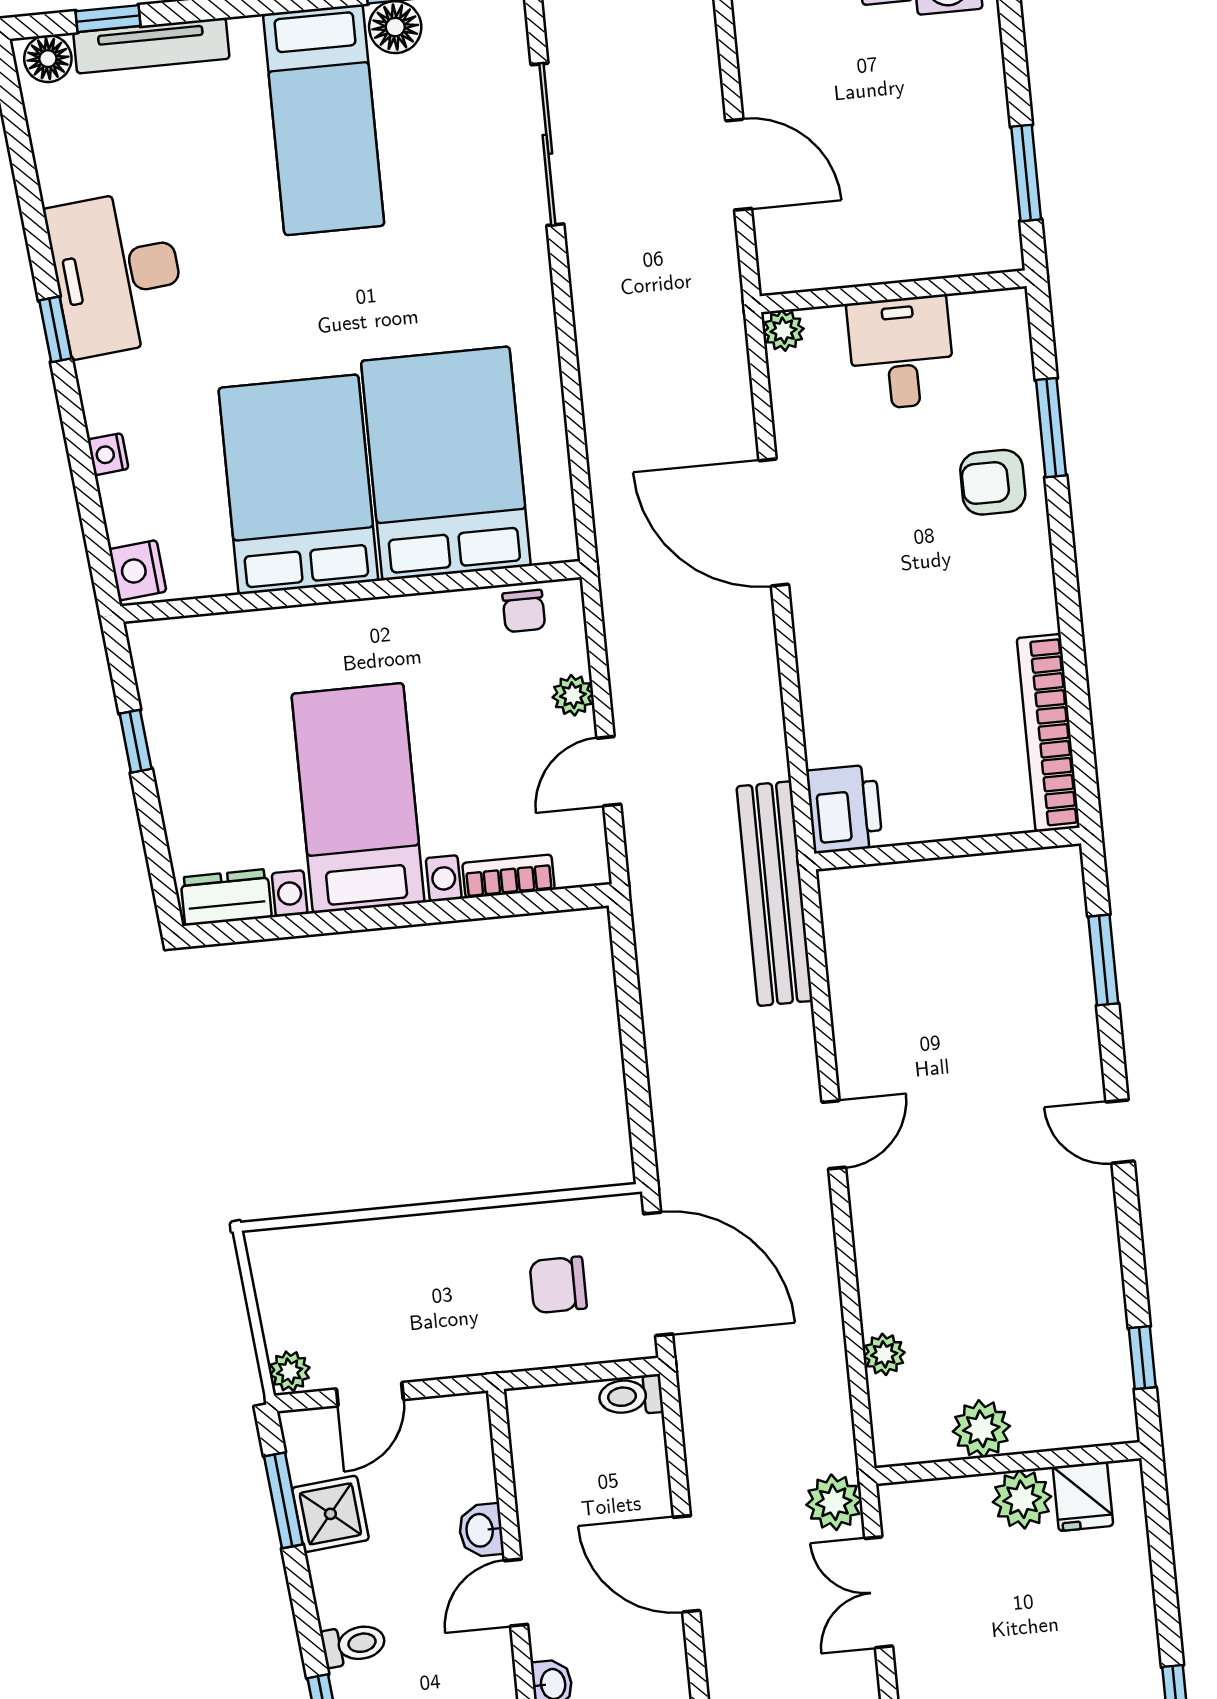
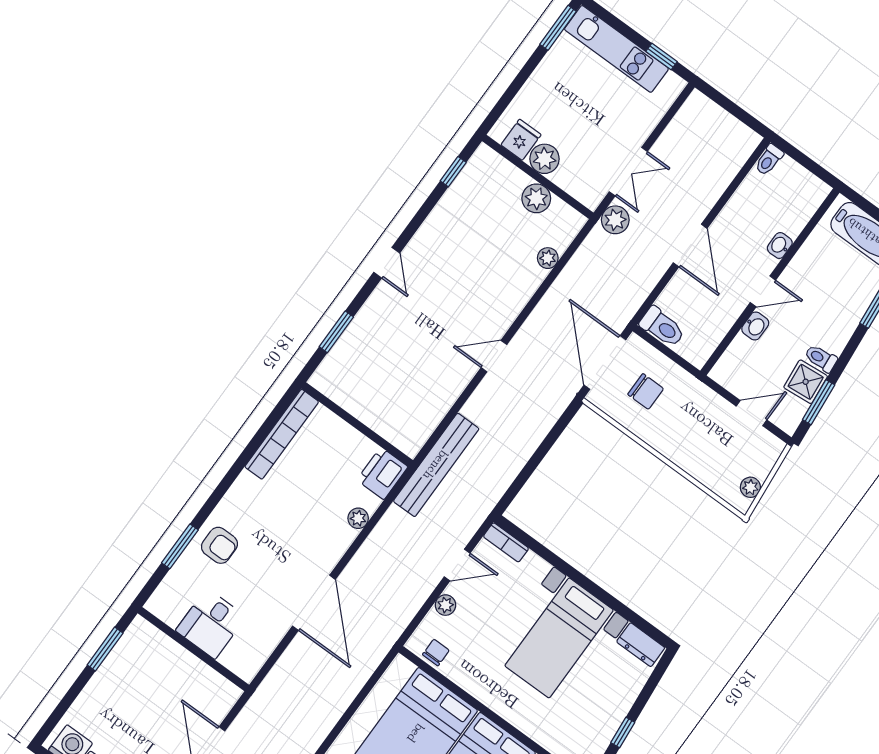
plant: (783, 331) -> (358, 518), moved
bookcase: (509, 876) -> (506, 542), moved
plant: (290, 1371) -> (750, 487), moved
toilet: (631, 1396) -> (662, 327), width x1.37, depth x1.39
toilet: (354, 1644) -> (821, 358), moved

